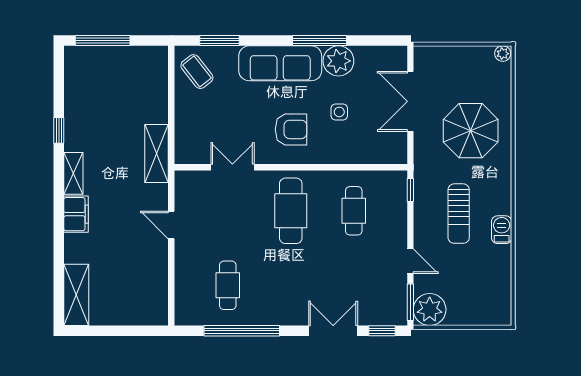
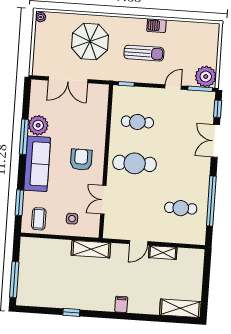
coffee table: (197, 72) -> (39, 219), turned -52
side table: (339, 112) -> (72, 219), moved
shelving: (73, 173) -> (163, 253), moved
filing cabinet: (76, 214) -> (121, 304), width x0.50

